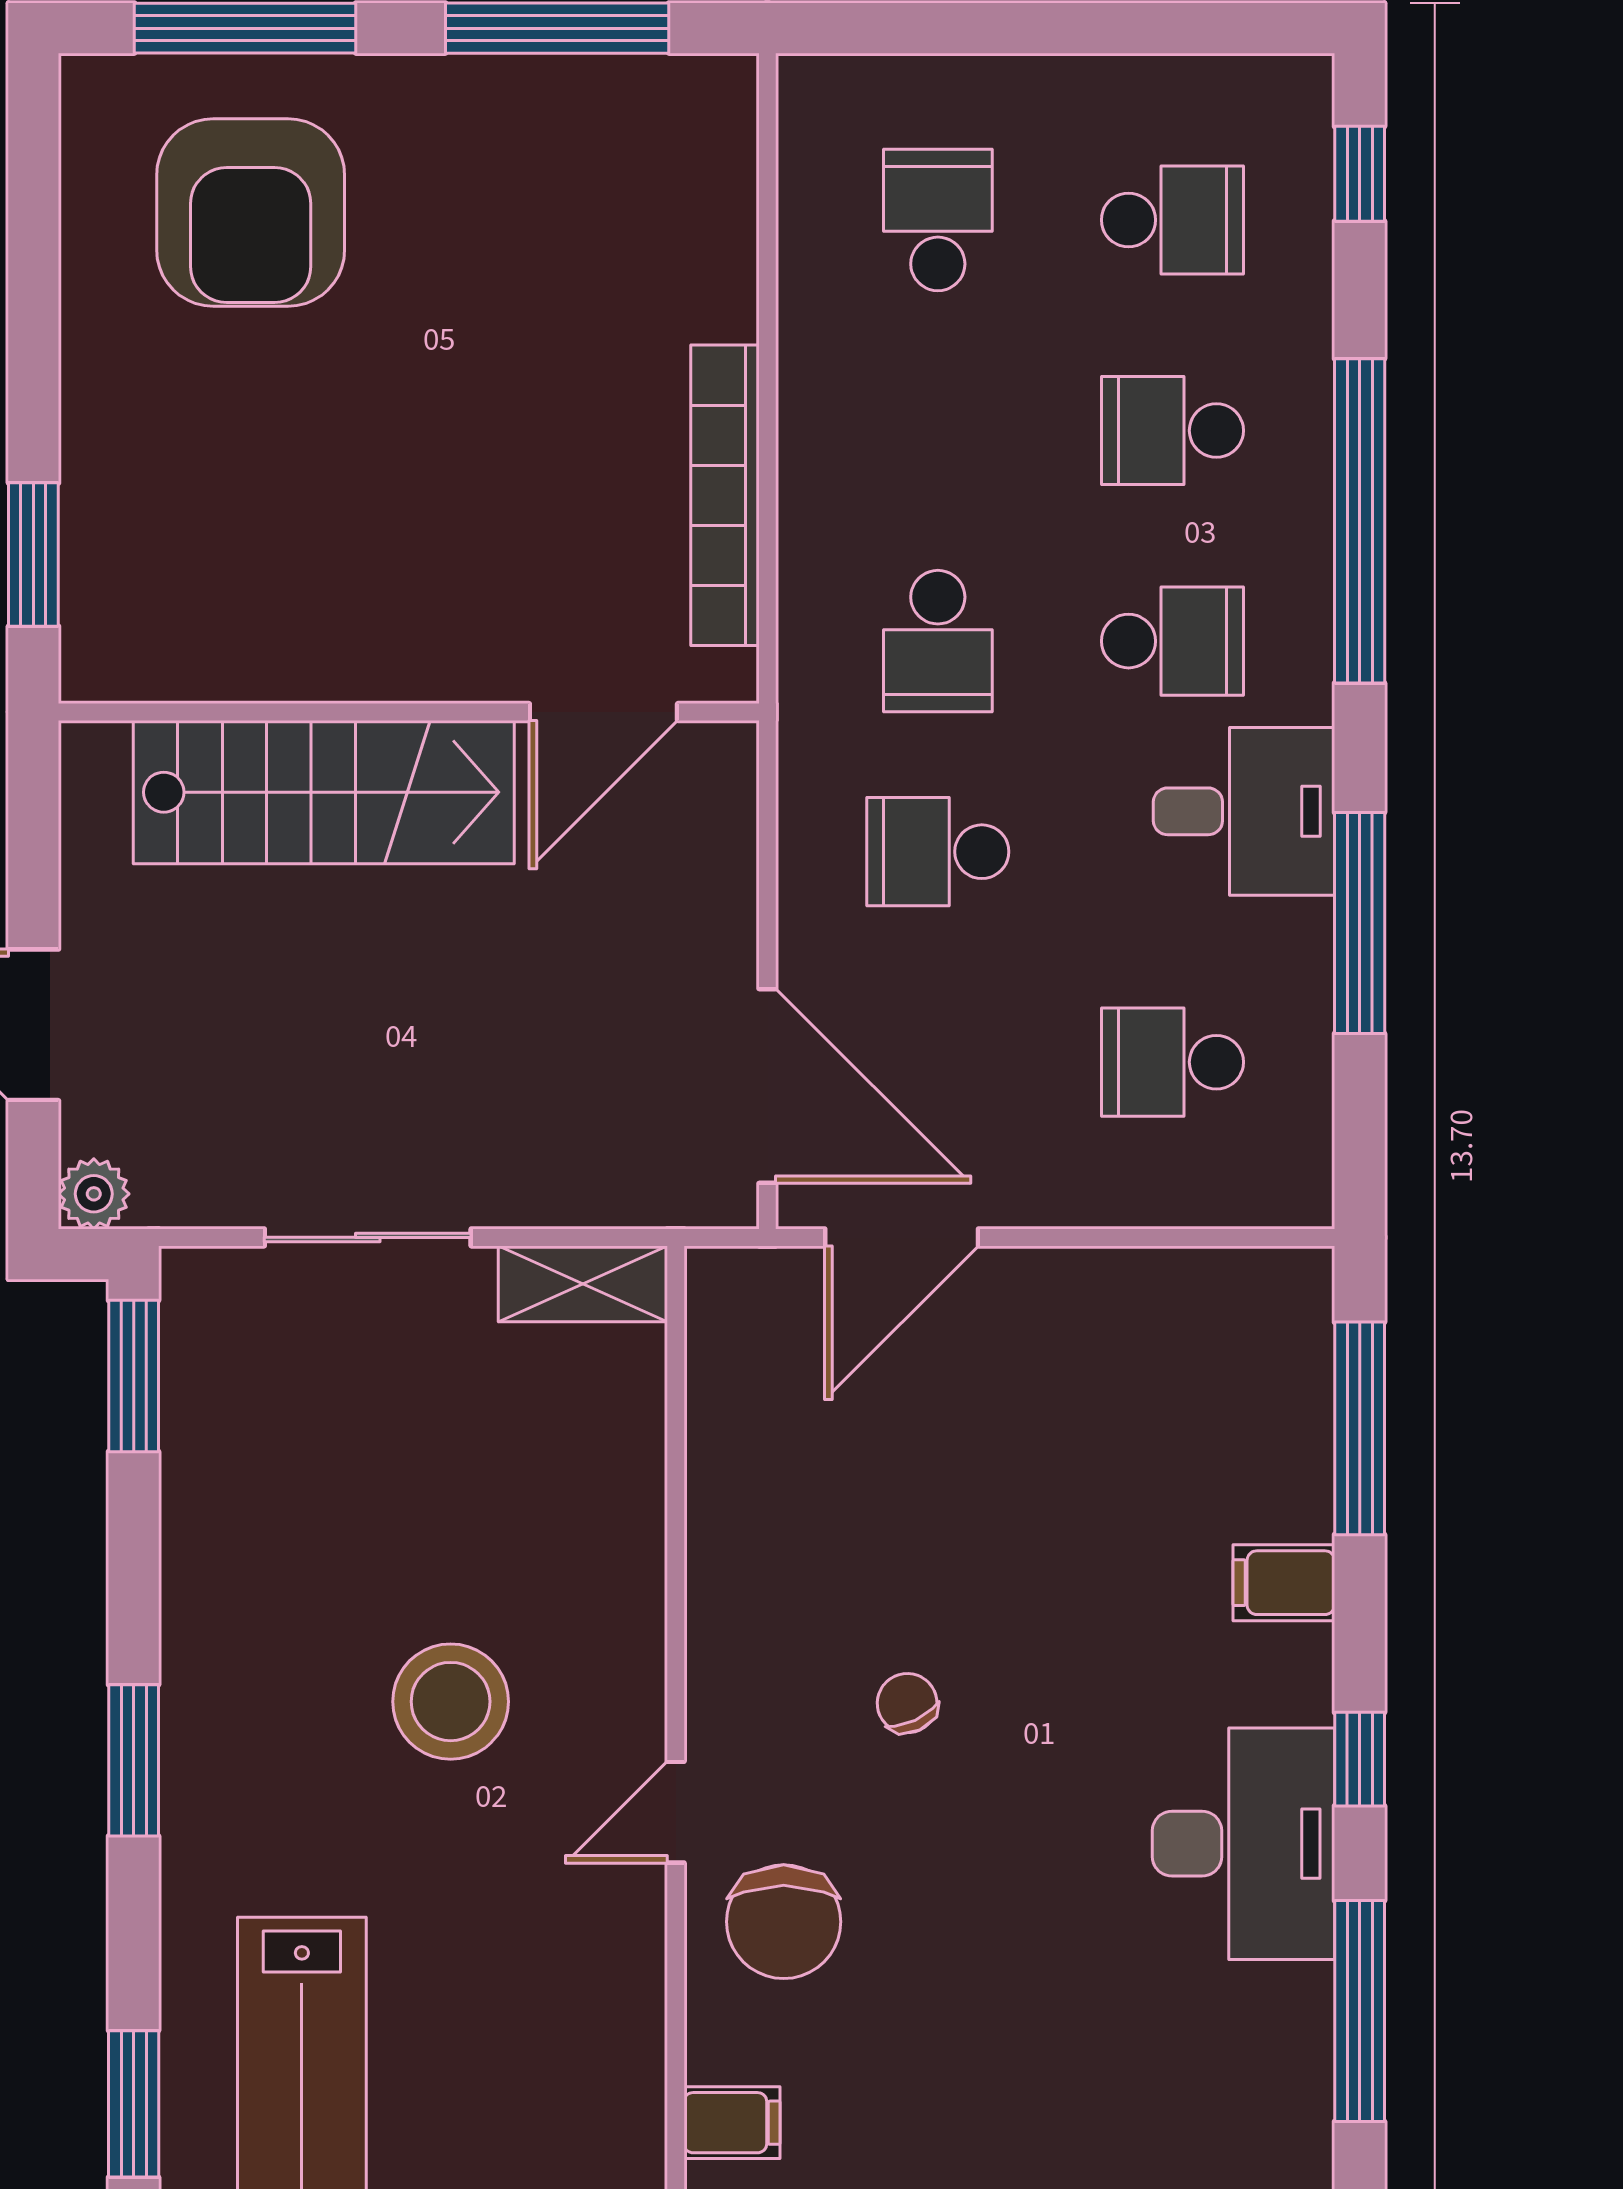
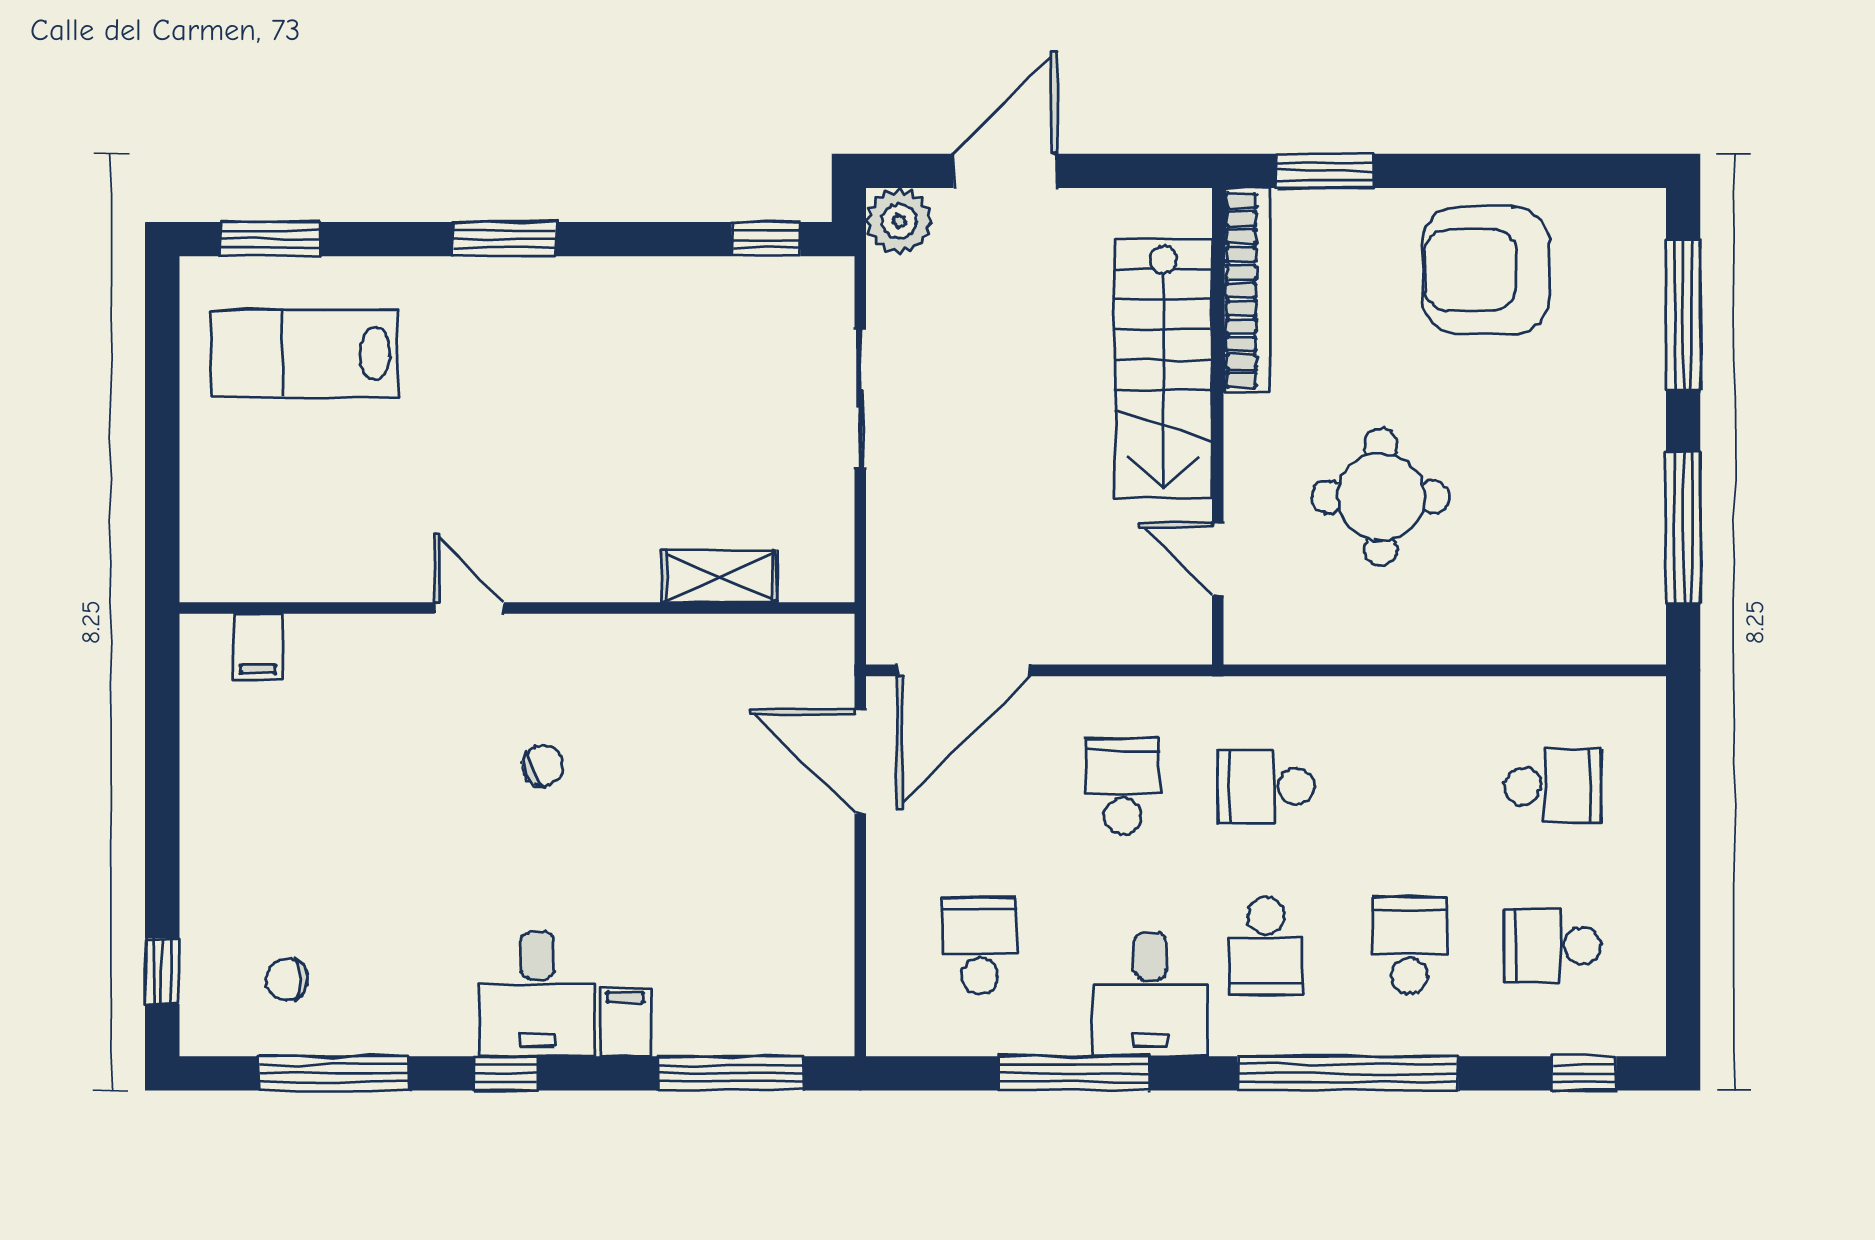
armchair: (251, 212) -> (1486, 270), moved
school desk: (1172, 220) -> (1553, 946), turned 90
round table: (513, 473) -> (1381, 497), added
bookcase: (725, 495) -> (1247, 290), moved, turned 90
door: (603, 712) -> (1218, 559), width x0.73
plant: (94, 1194) -> (899, 221), width x1.38, depth x1.38
shelving: (583, 1284) -> (720, 576), moved, turned 90
window: (134, 1376) -> (766, 239), width x0.67
stool: (451, 1702) -> (544, 455), removed
desk: (1243, 1844) -> (537, 994), moved, width x0.73
chair: (784, 1922) -> (287, 979), moved, width x0.54, depth x0.54

